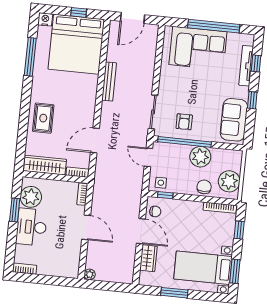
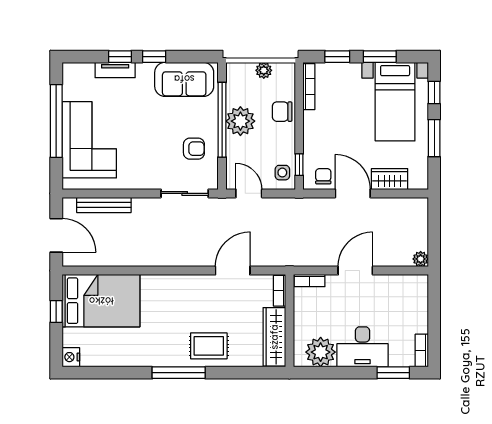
bed: (76, 44) -> (101, 301), width x0.73
window: (30, 57) -> (179, 373), moved
window: (256, 63) -> (120, 57), moved
tv unit: (246, 66) -> (115, 70), width x0.71
bench: (109, 82) -> (104, 205), moved
door: (95, 140) -> (233, 271), swing flipped
window: (185, 142) -> (222, 120), moved
door: (148, 157) -> (249, 193), swing flipped
plant: (229, 181) -> (264, 70), width x0.53, depth x0.53
window: (15, 210) -> (393, 373), moved
door: (141, 231) -> (353, 193), hinge flipped
window: (235, 271) -> (380, 57), moved
window: (207, 296) -> (434, 92), added

